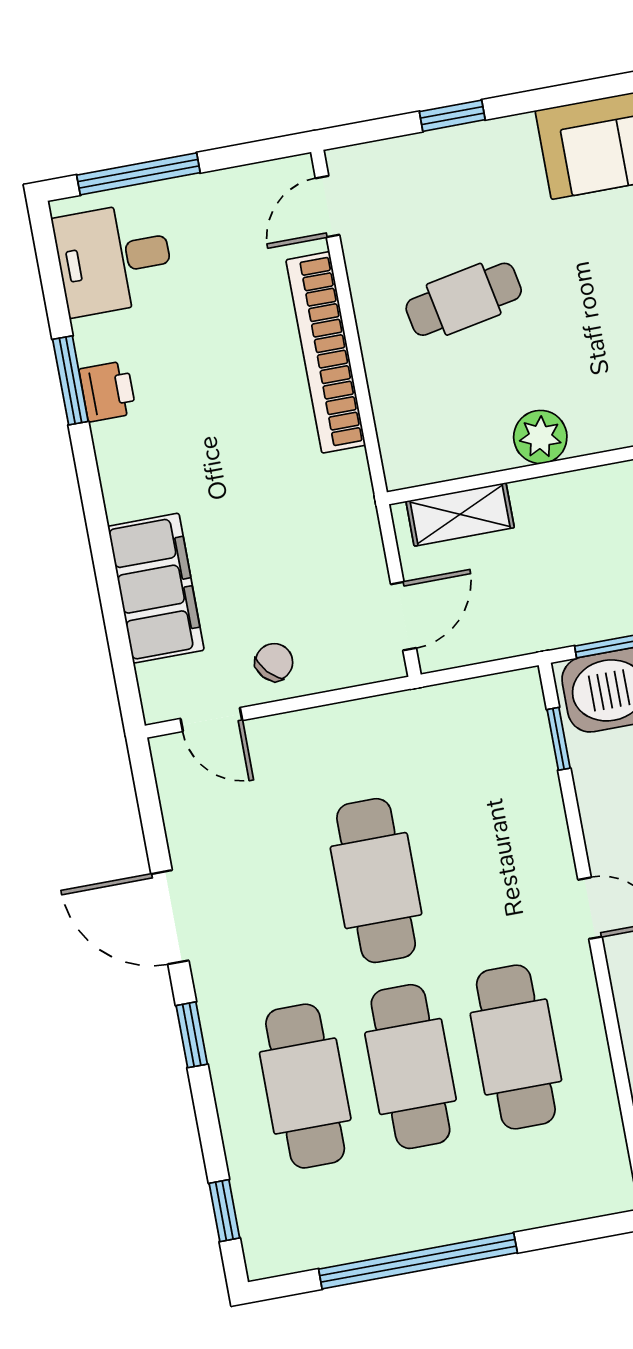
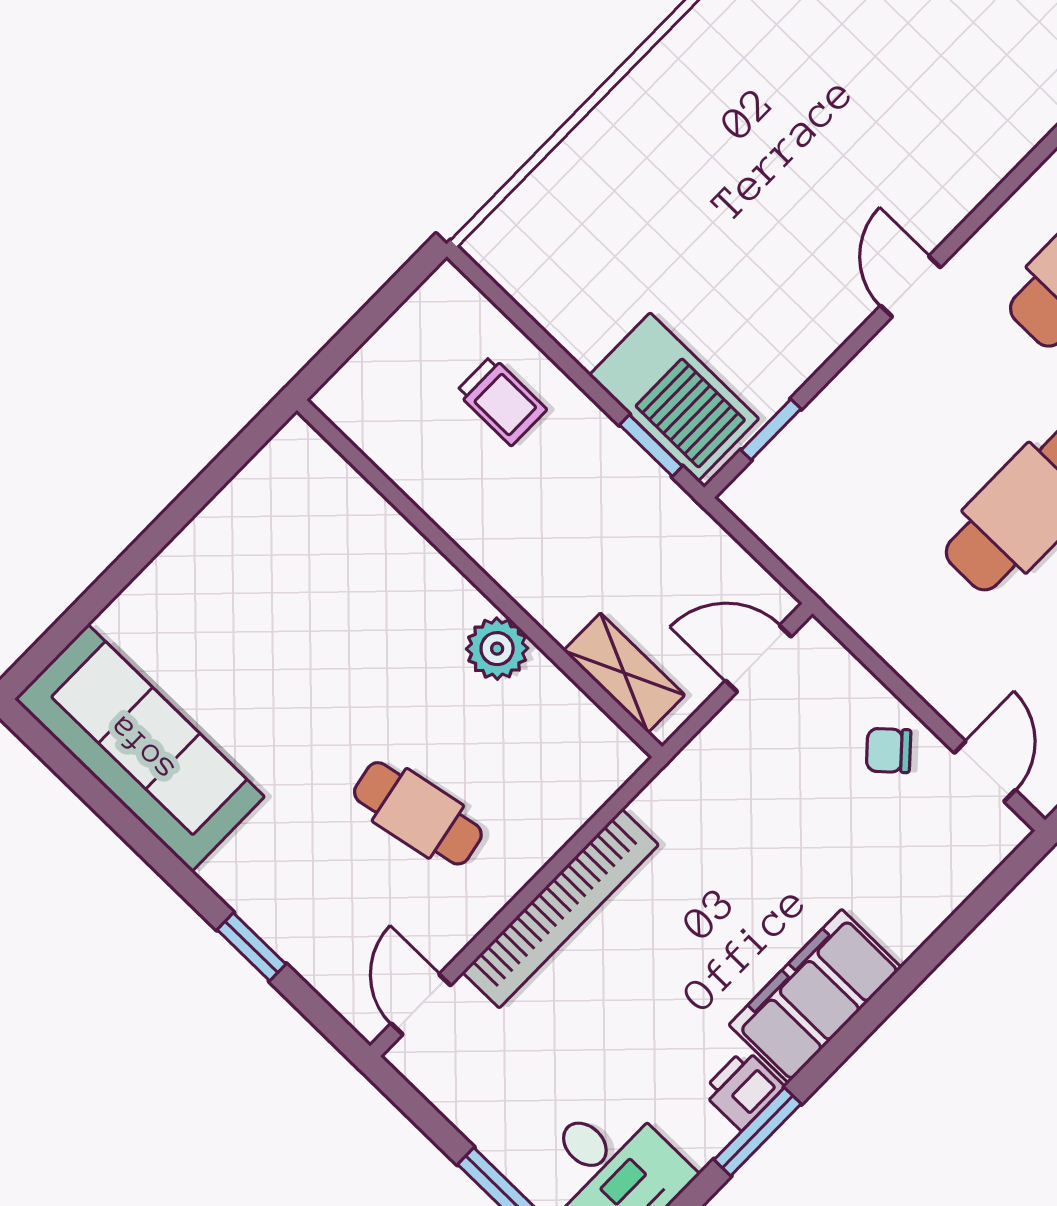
door: (328, 206) -> (421, 1004), swing flipped
filing cabinet: (156, 588) -> (815, 996), moved

